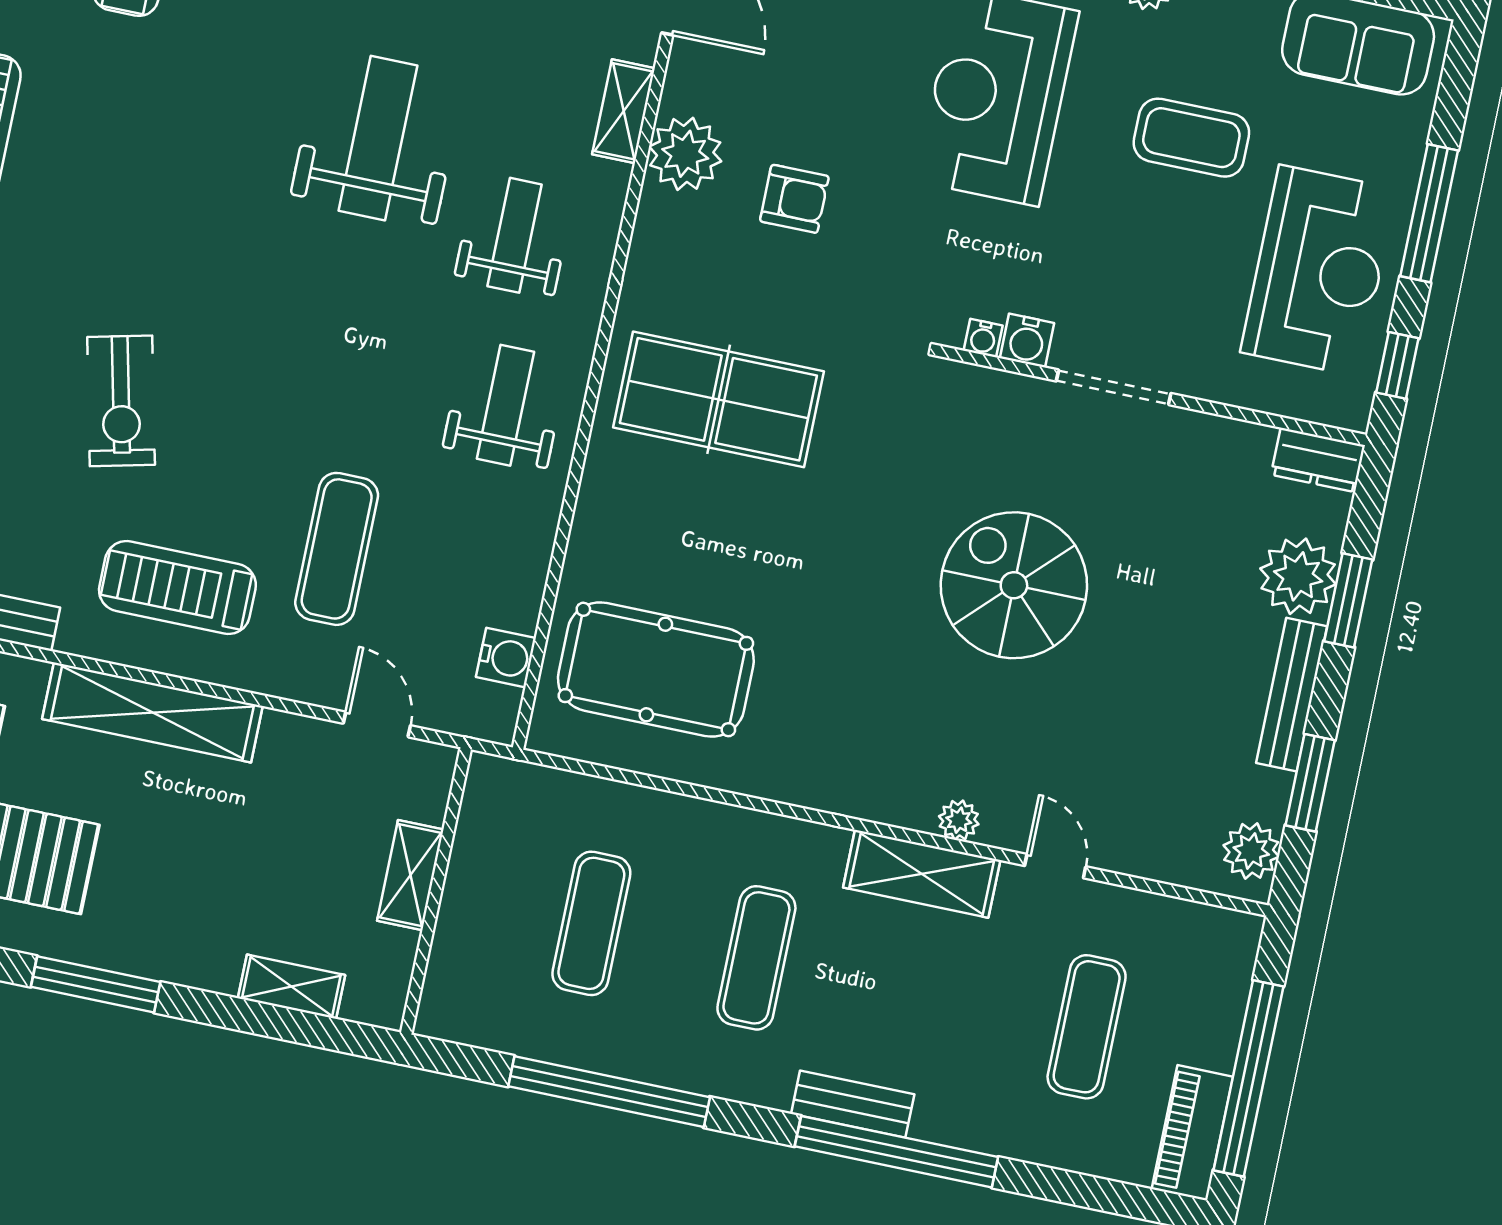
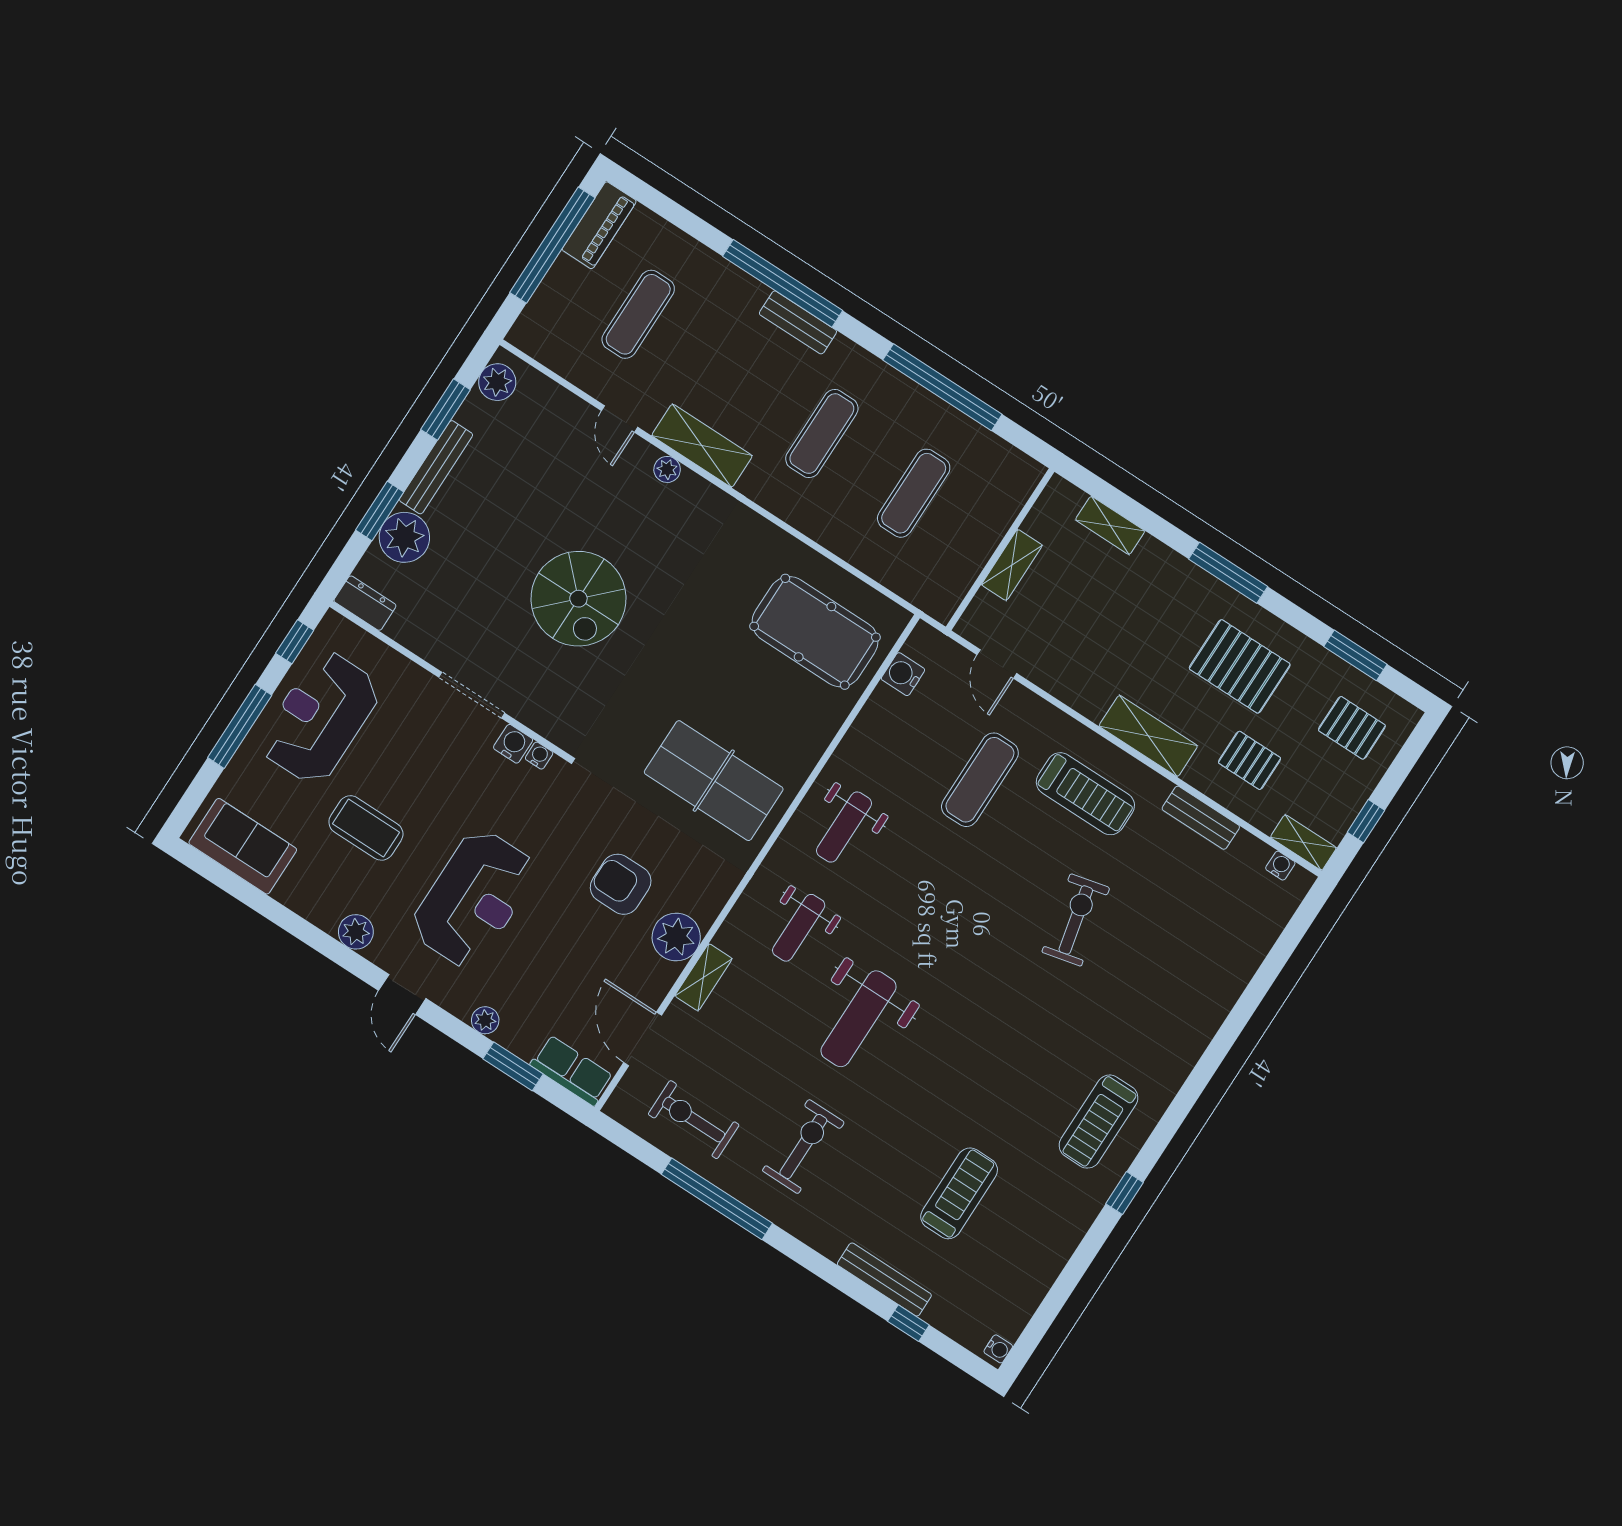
armchair: (794, 199) -> (621, 884), width x1.38, depth x1.38
shelving: (152, 712) -> (1148, 736), width x0.68

